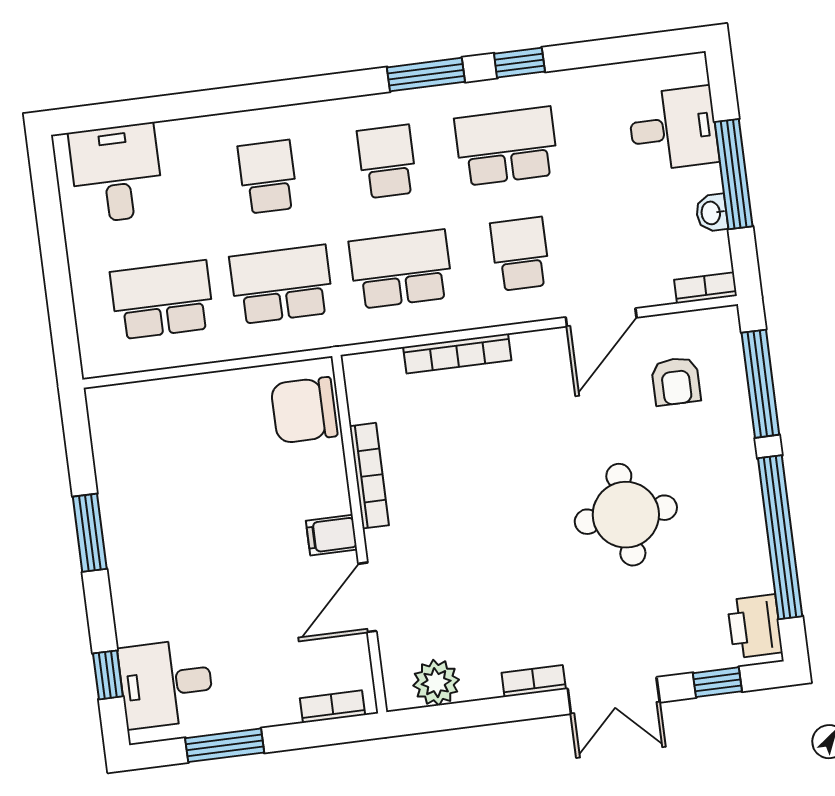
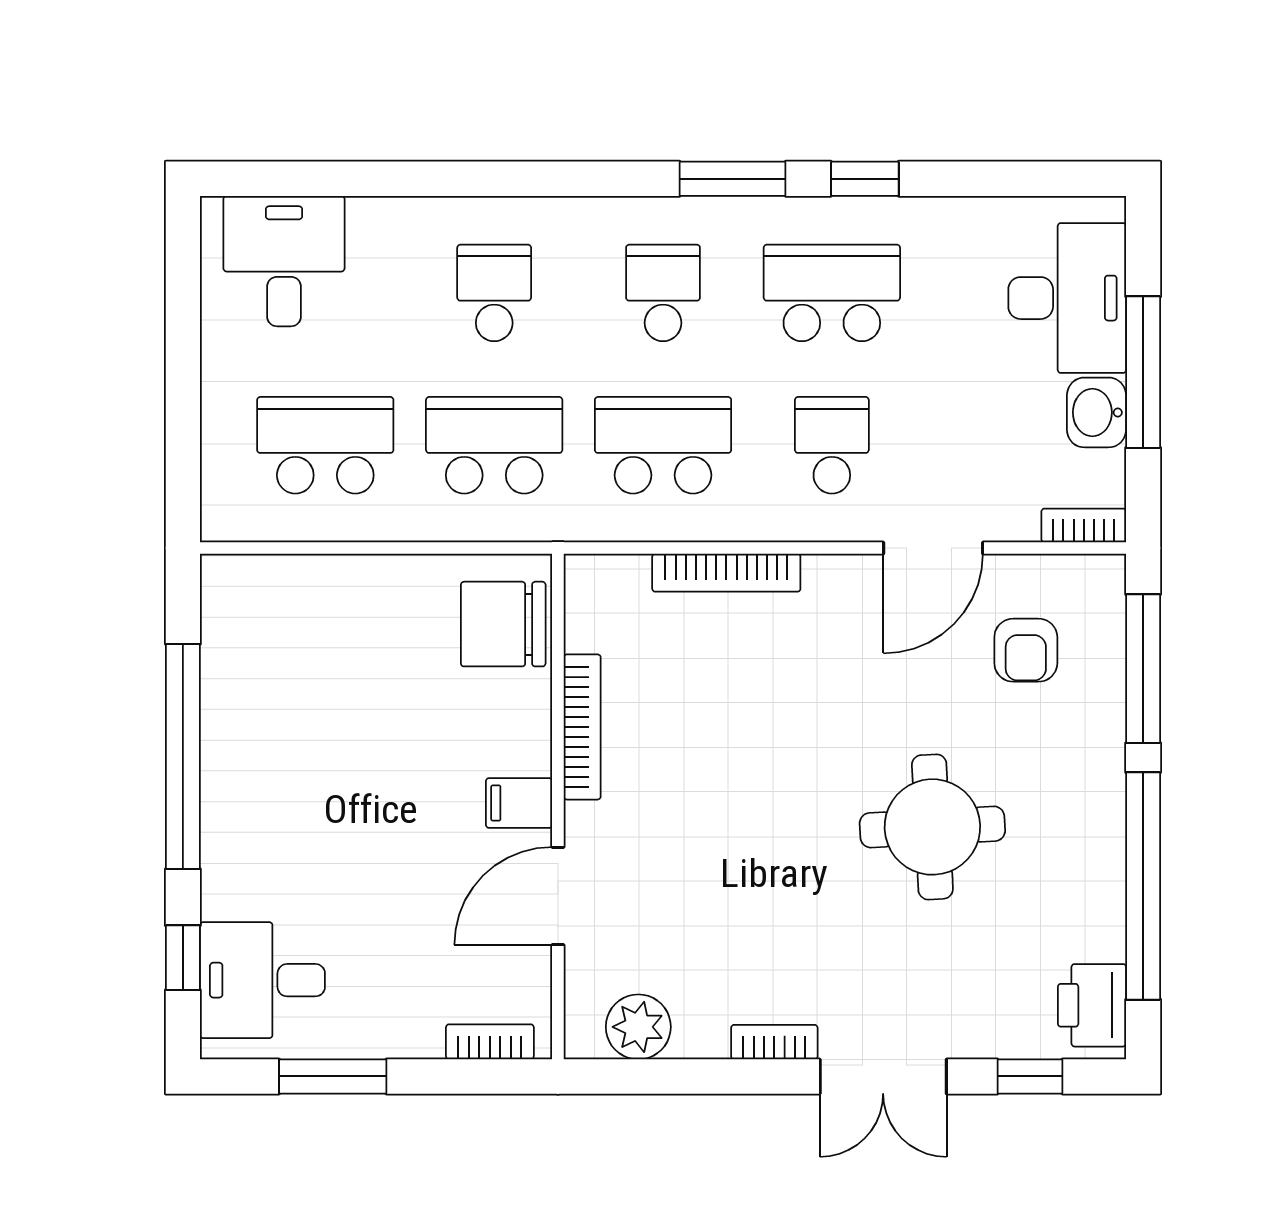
desk: (673, 129) -> (1067, 298), width x1.37
washbasin: (712, 213) -> (1096, 412), width x1.38, depth x1.45
window: (90, 533) -> (183, 757), width x2.11

